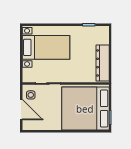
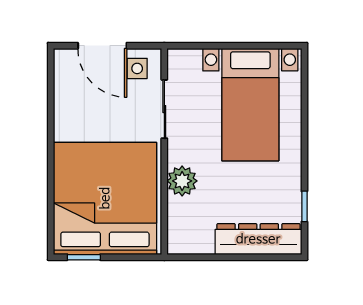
dresser: (103, 63) -> (258, 239), moved
plant: (78, 76) -> (182, 181), added
door: (21, 110) -> (102, 46), hinge flipped

